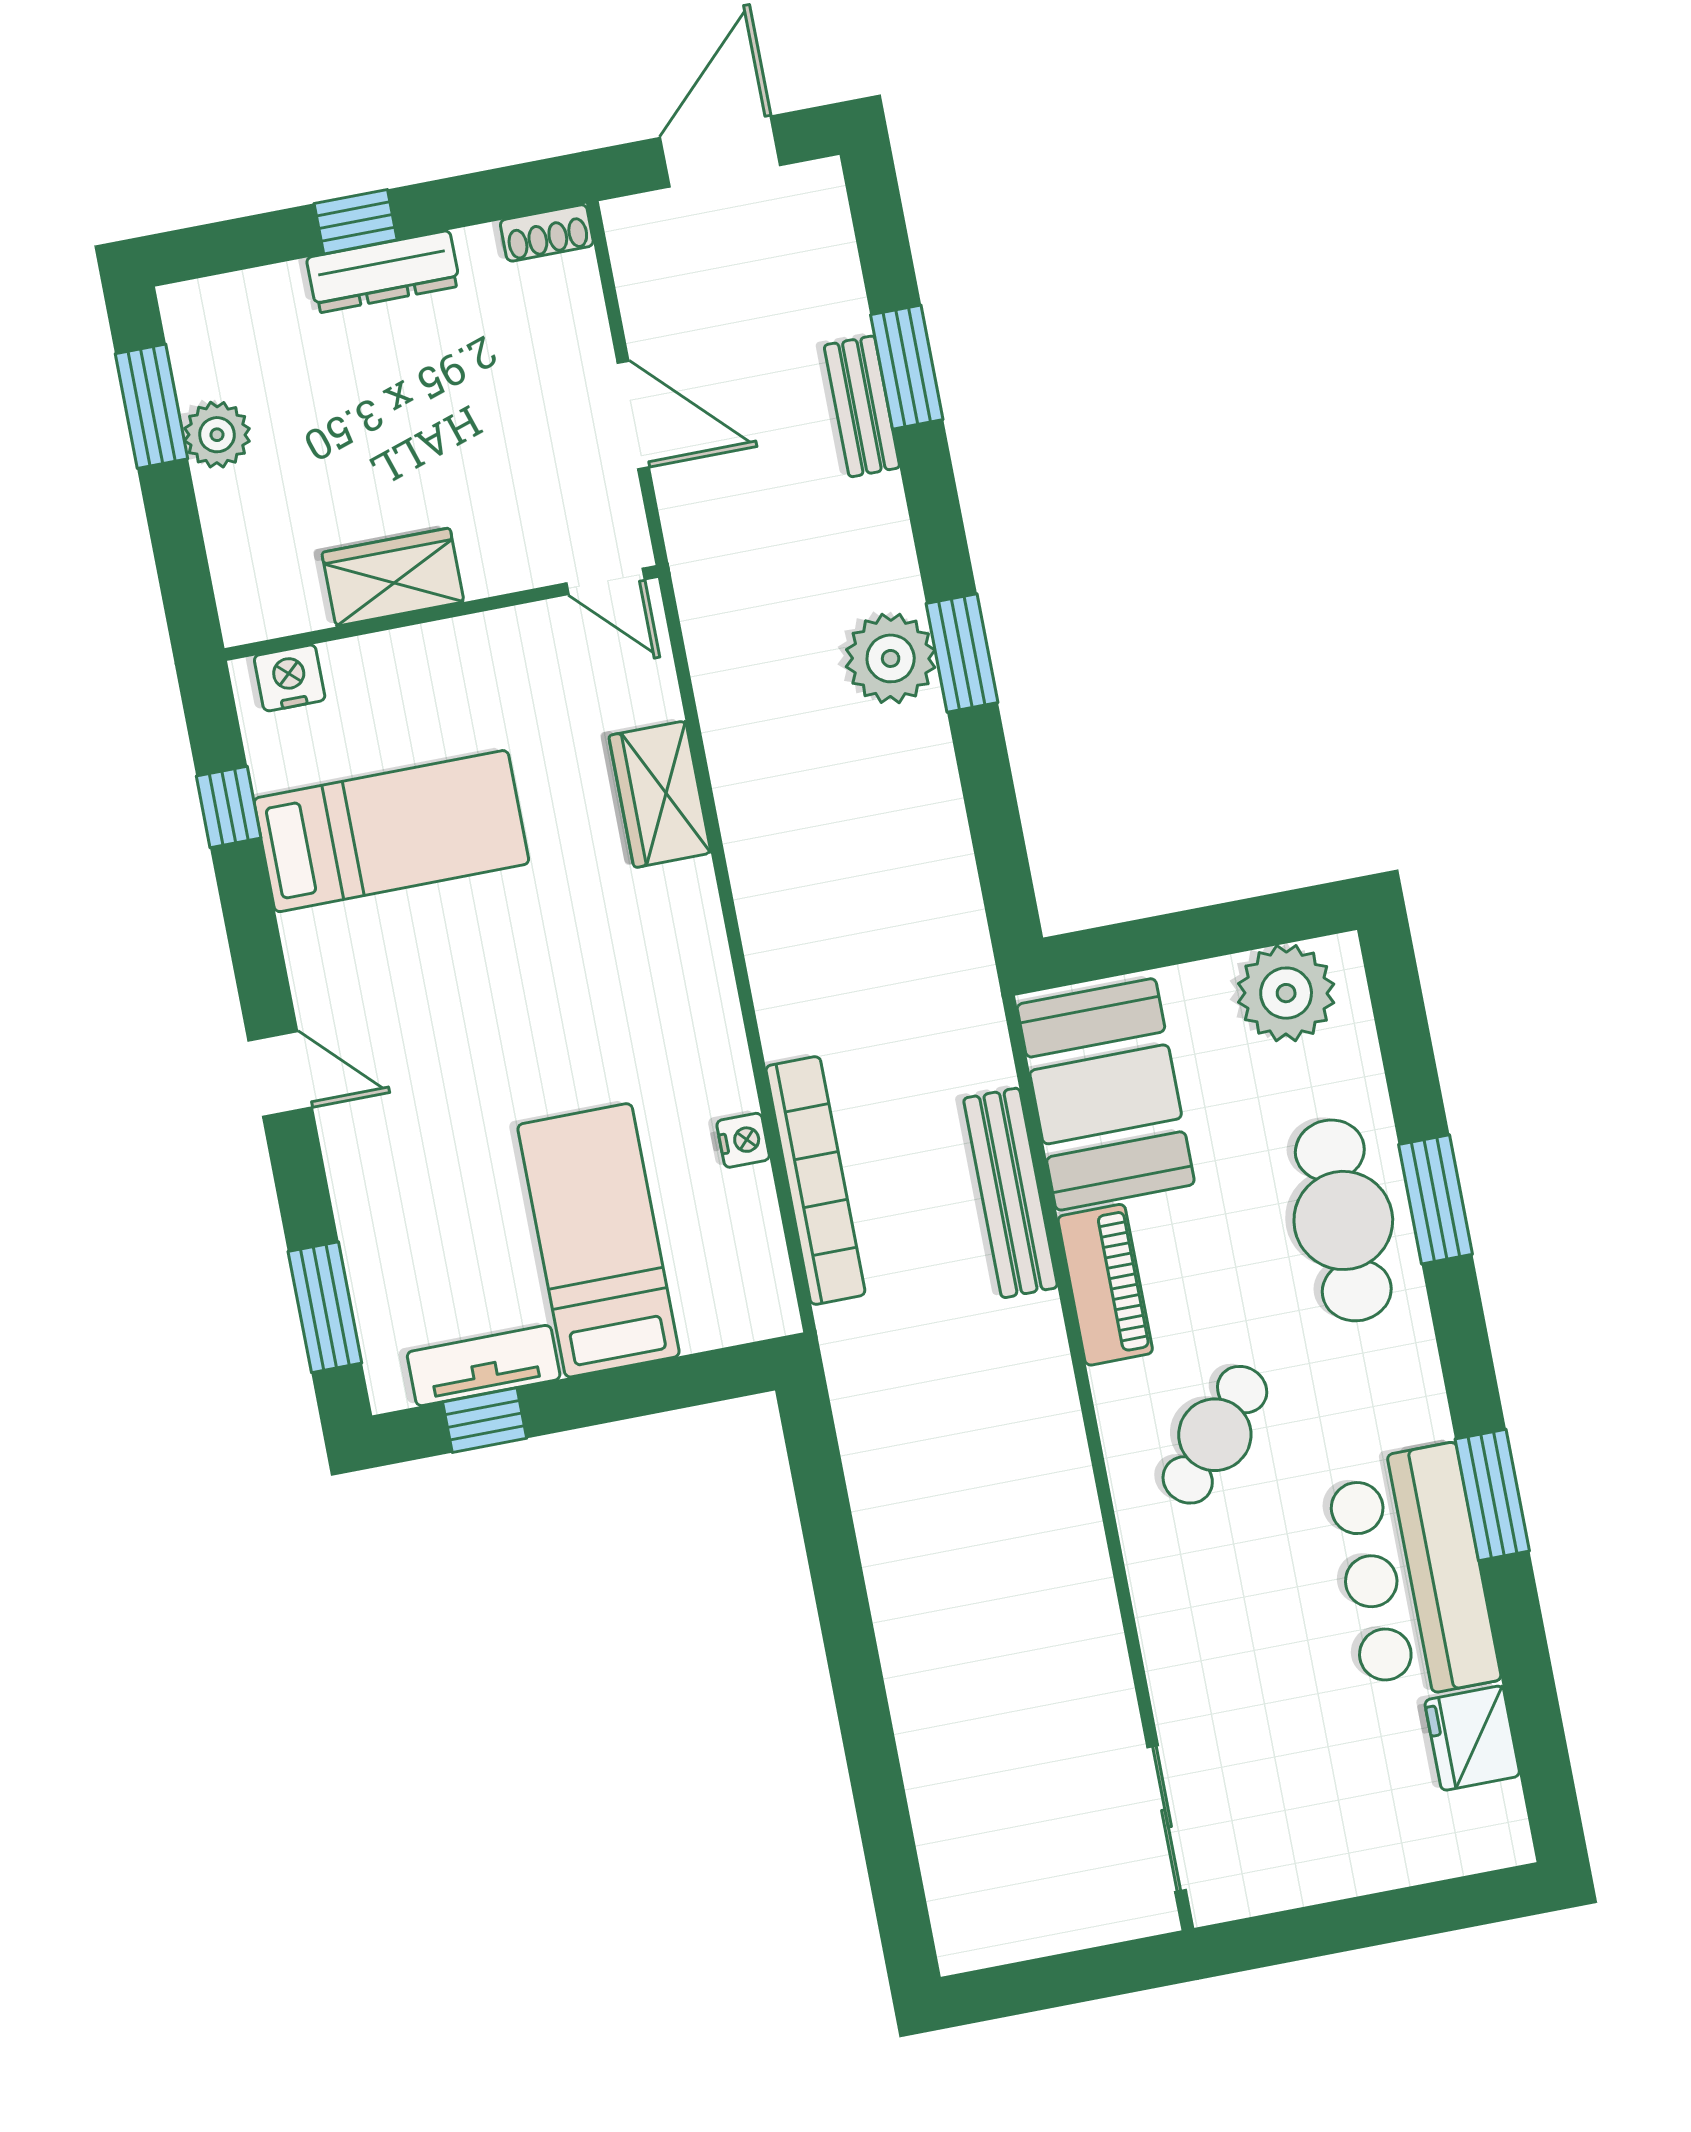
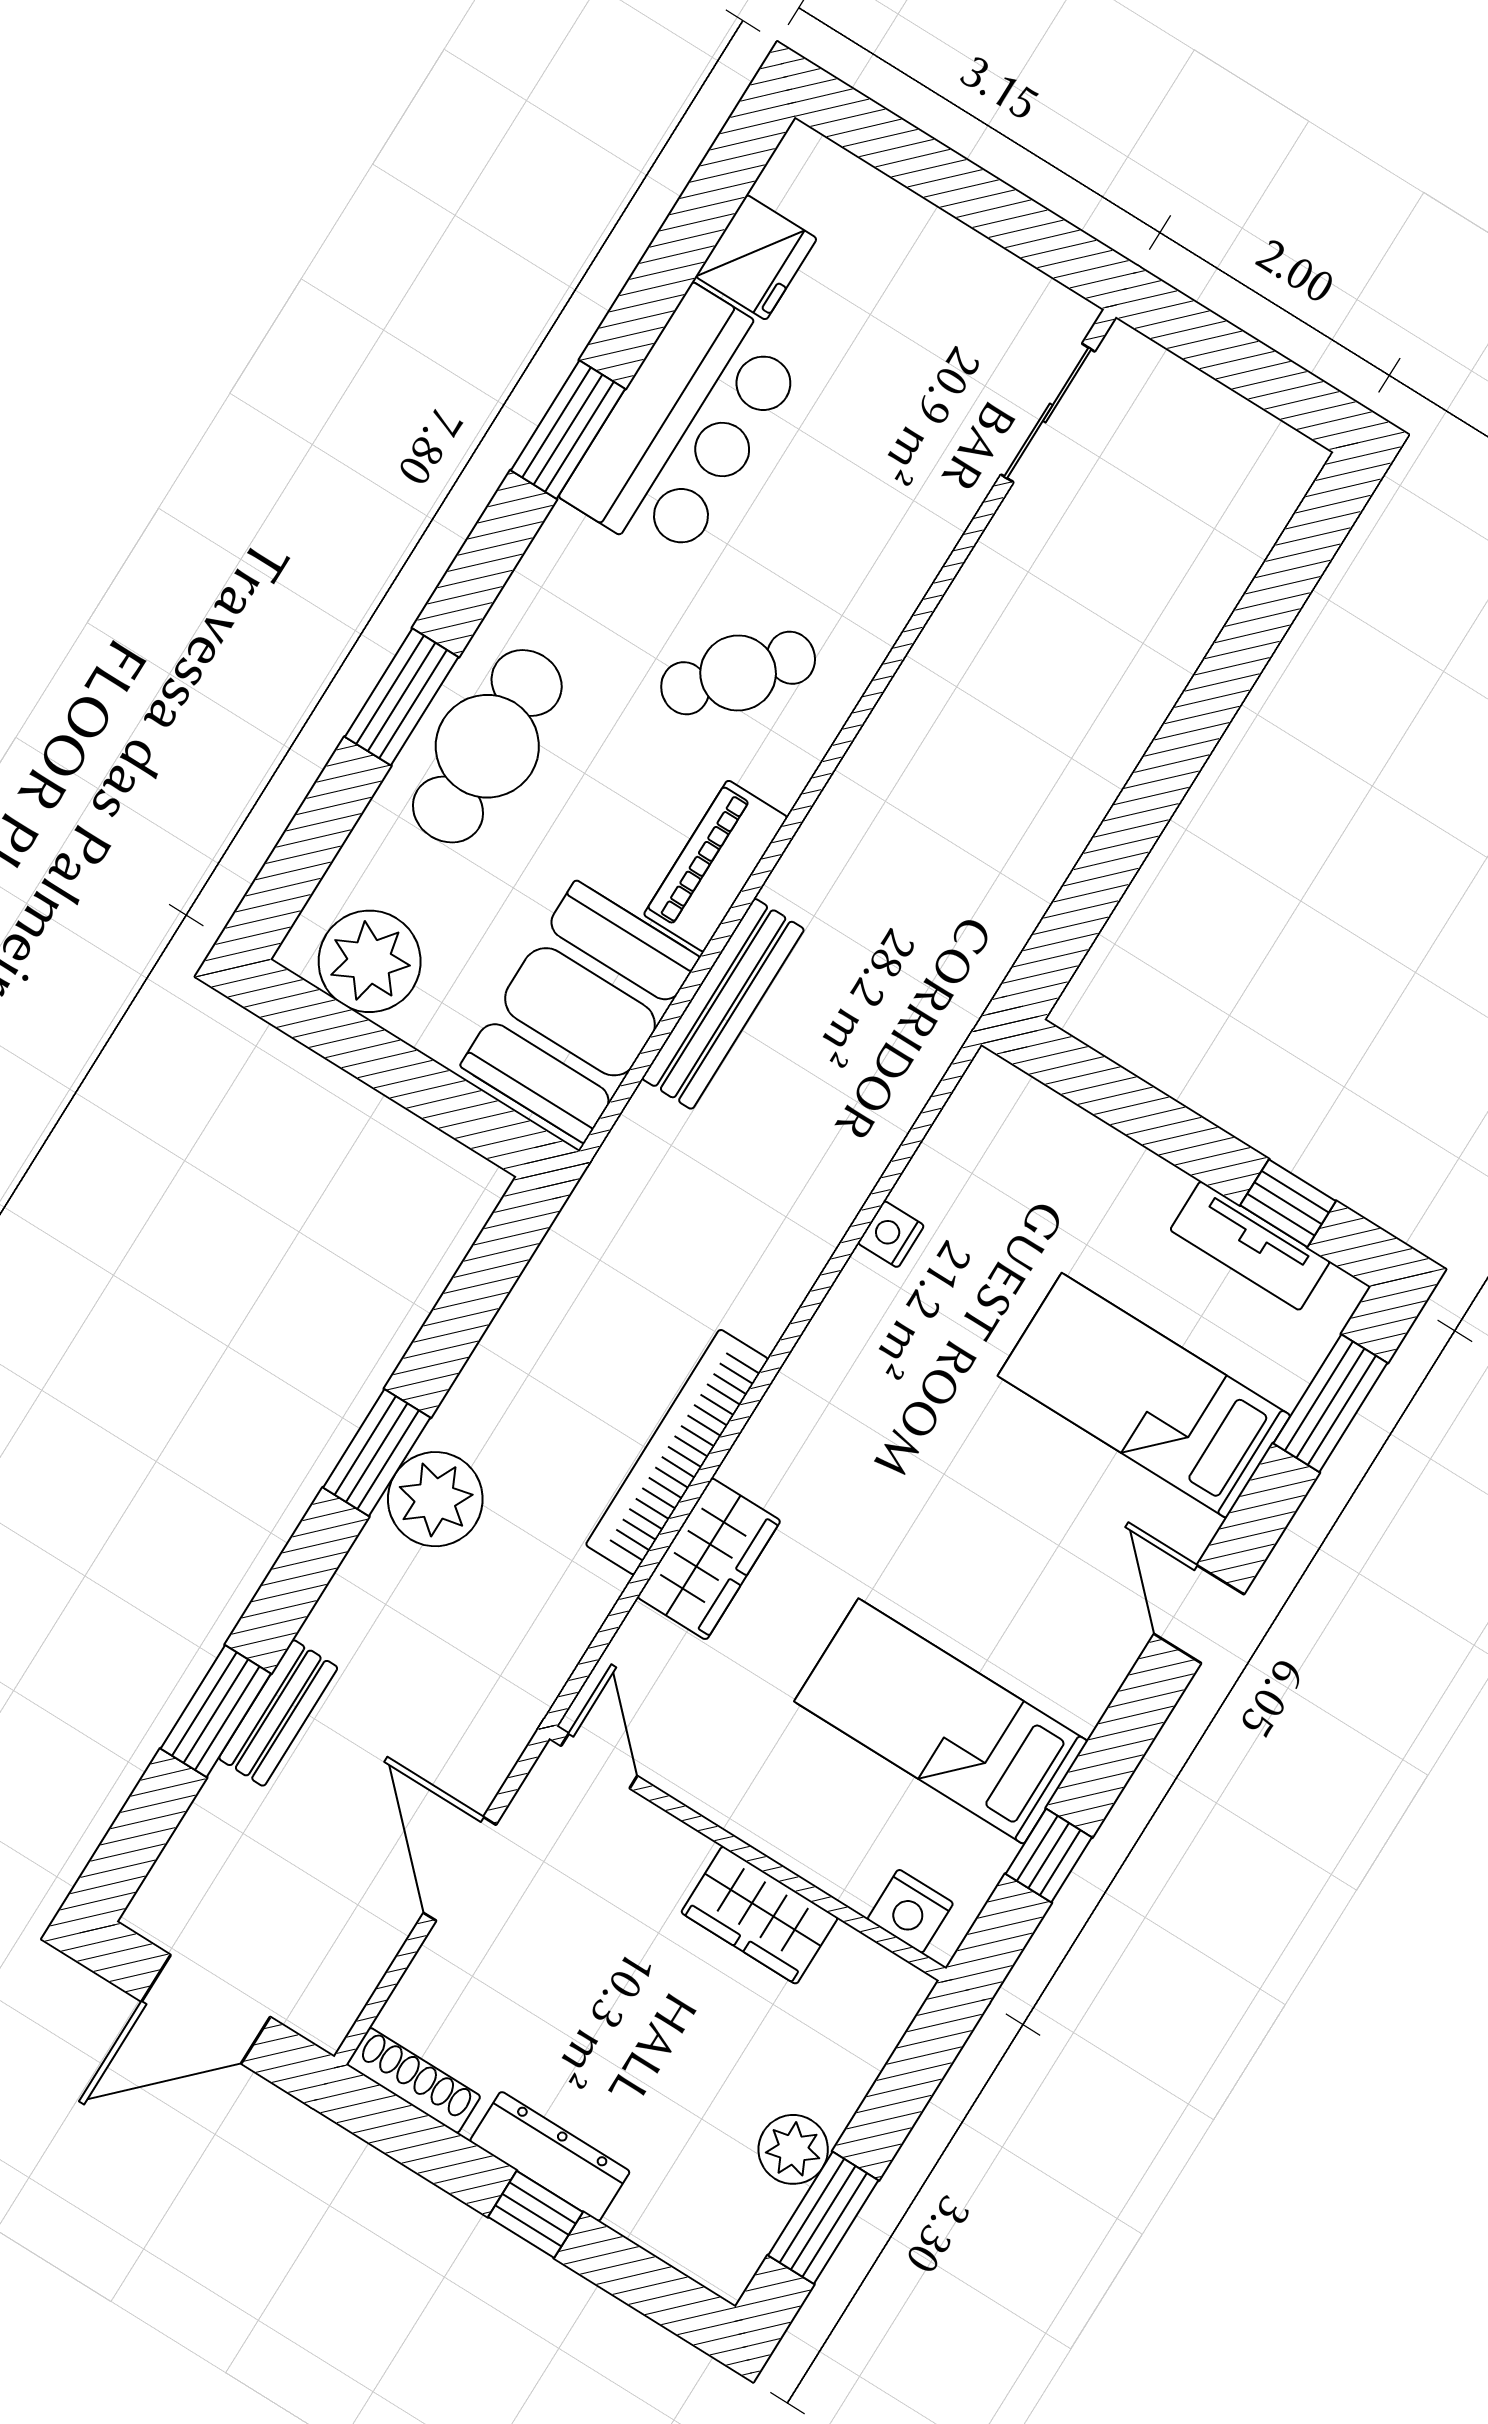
shoe rack: (547, 233) -> (414, 2080), width x1.43
bookcase: (815, 1180) -> (677, 1452), moved
bed: (599, 1240) -> (1144, 1396), moved, turned 90

